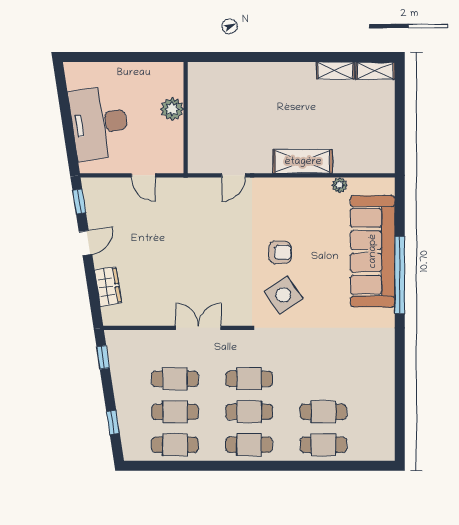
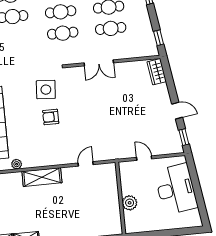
door: (86, 243) -> (177, 111), swing flipped
wardrobe: (108, 287) -> (157, 72), moved
side table: (283, 295) -> (46, 90), turned 38

